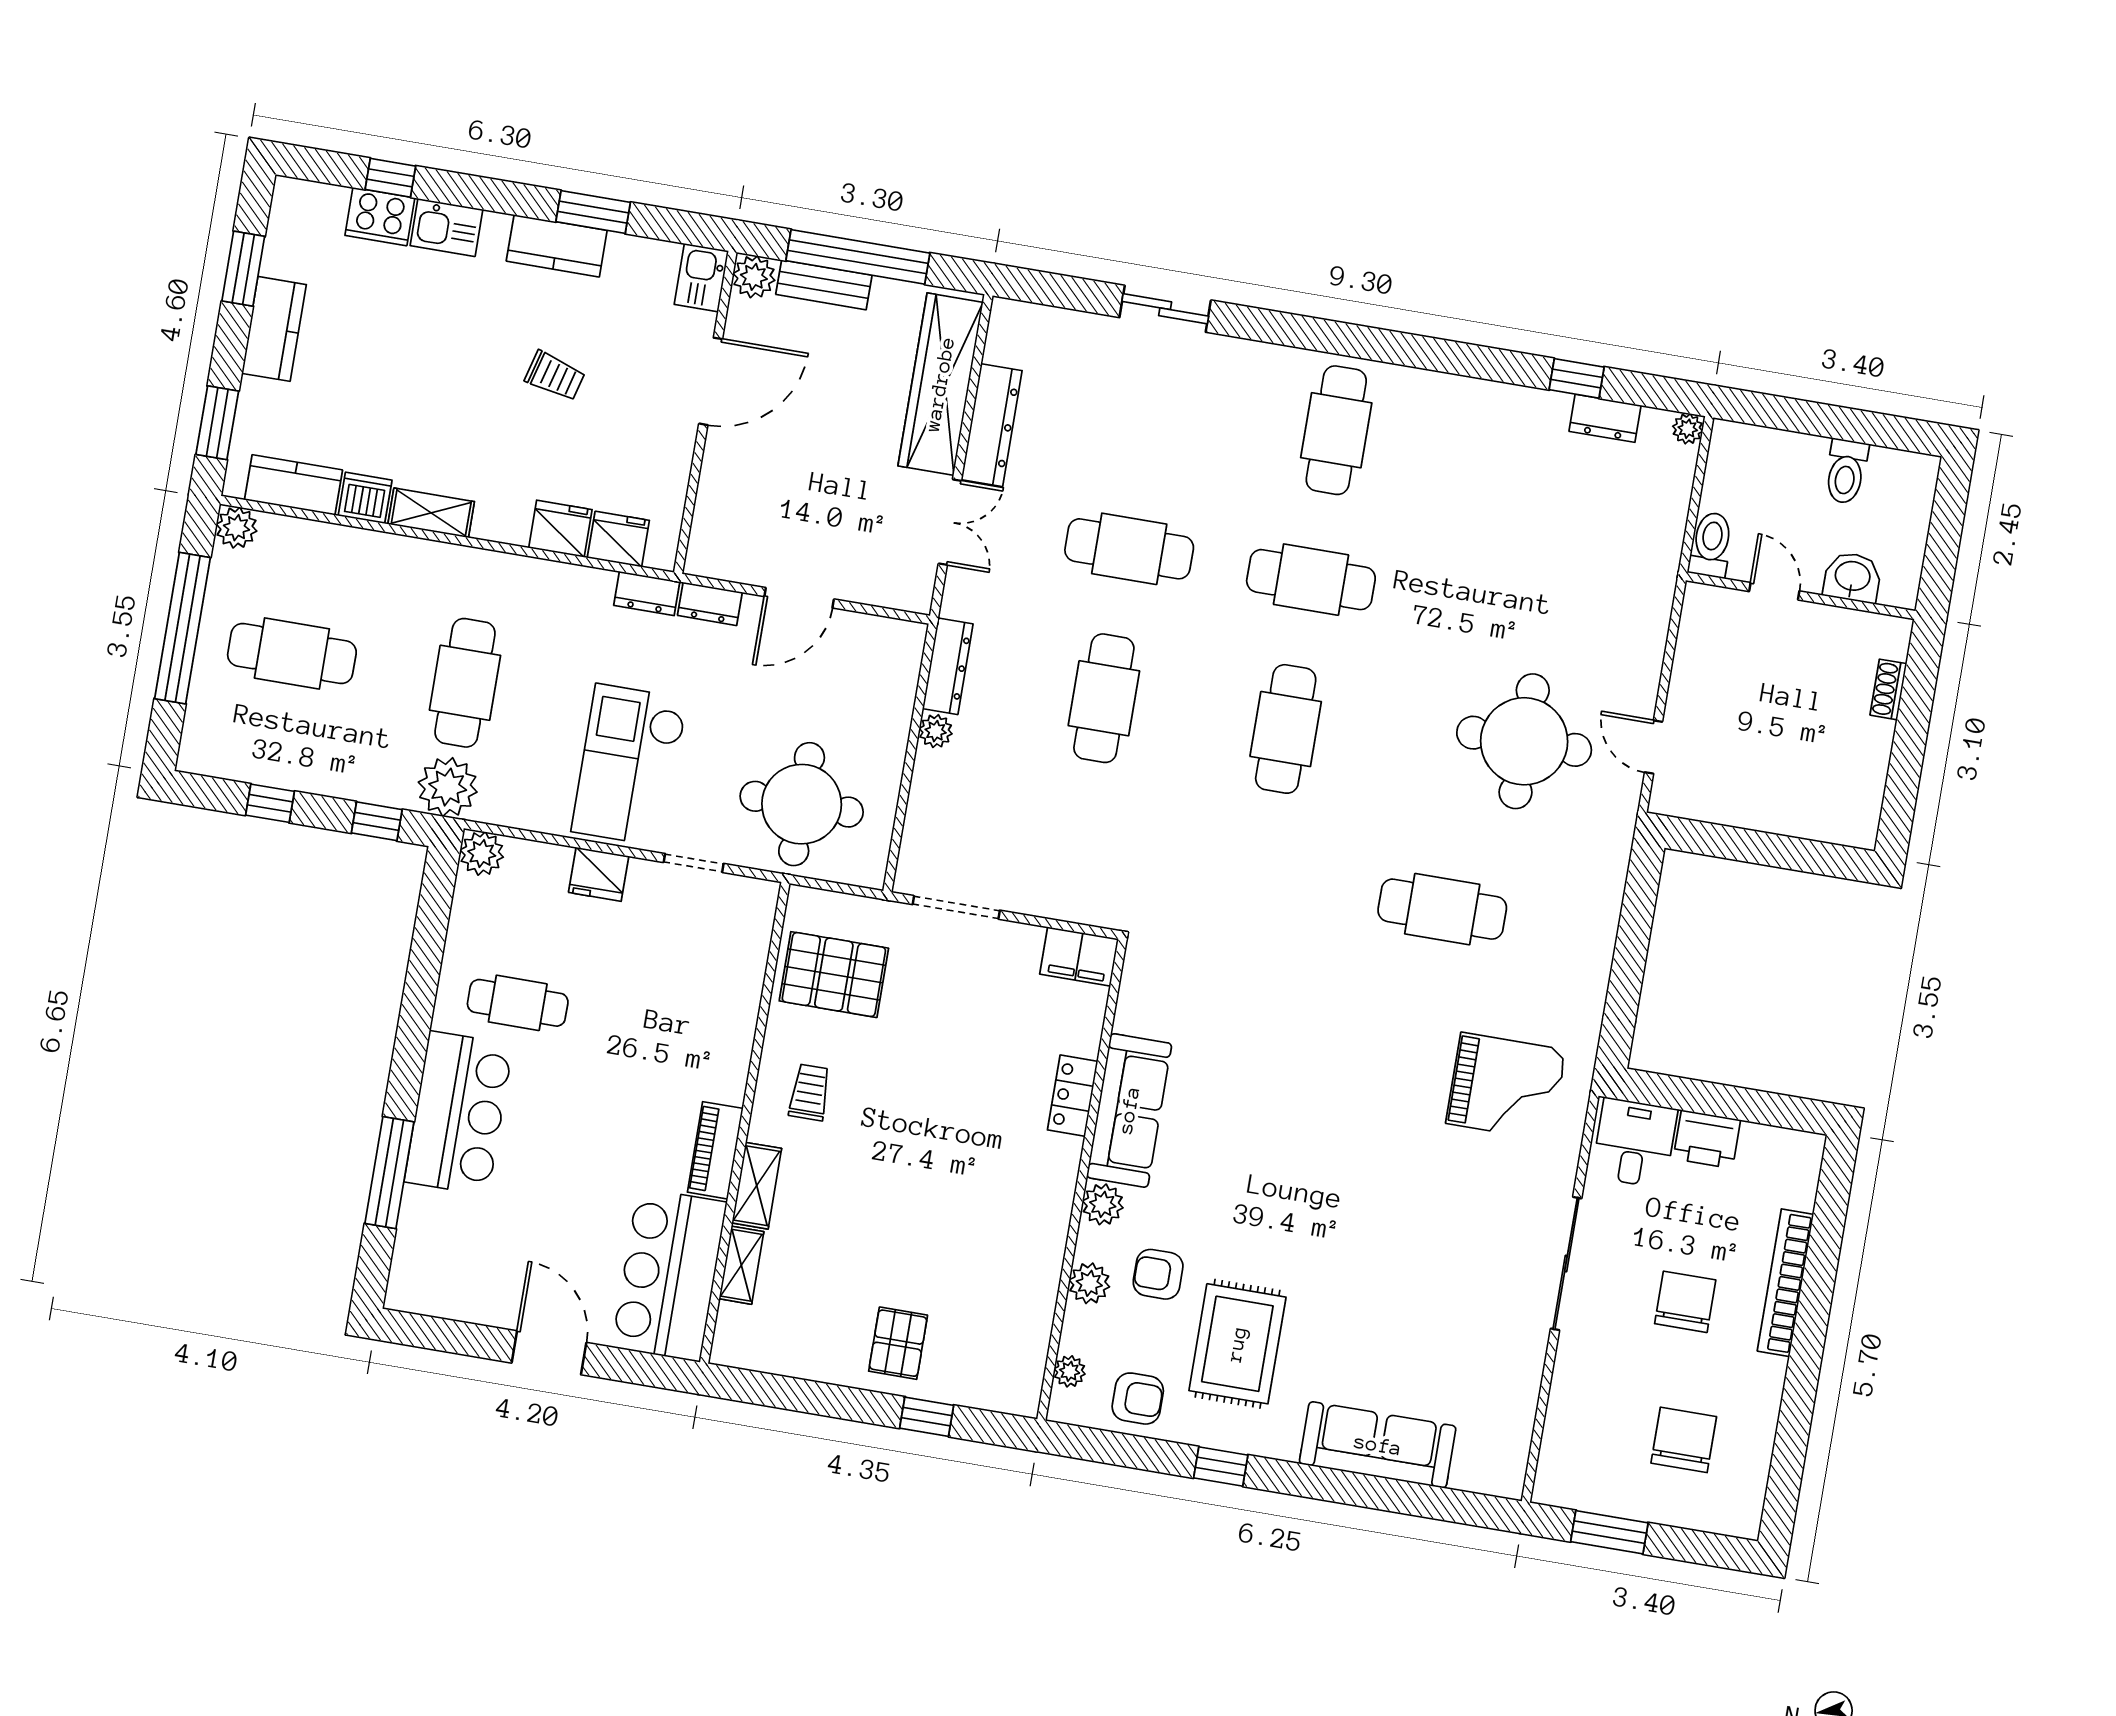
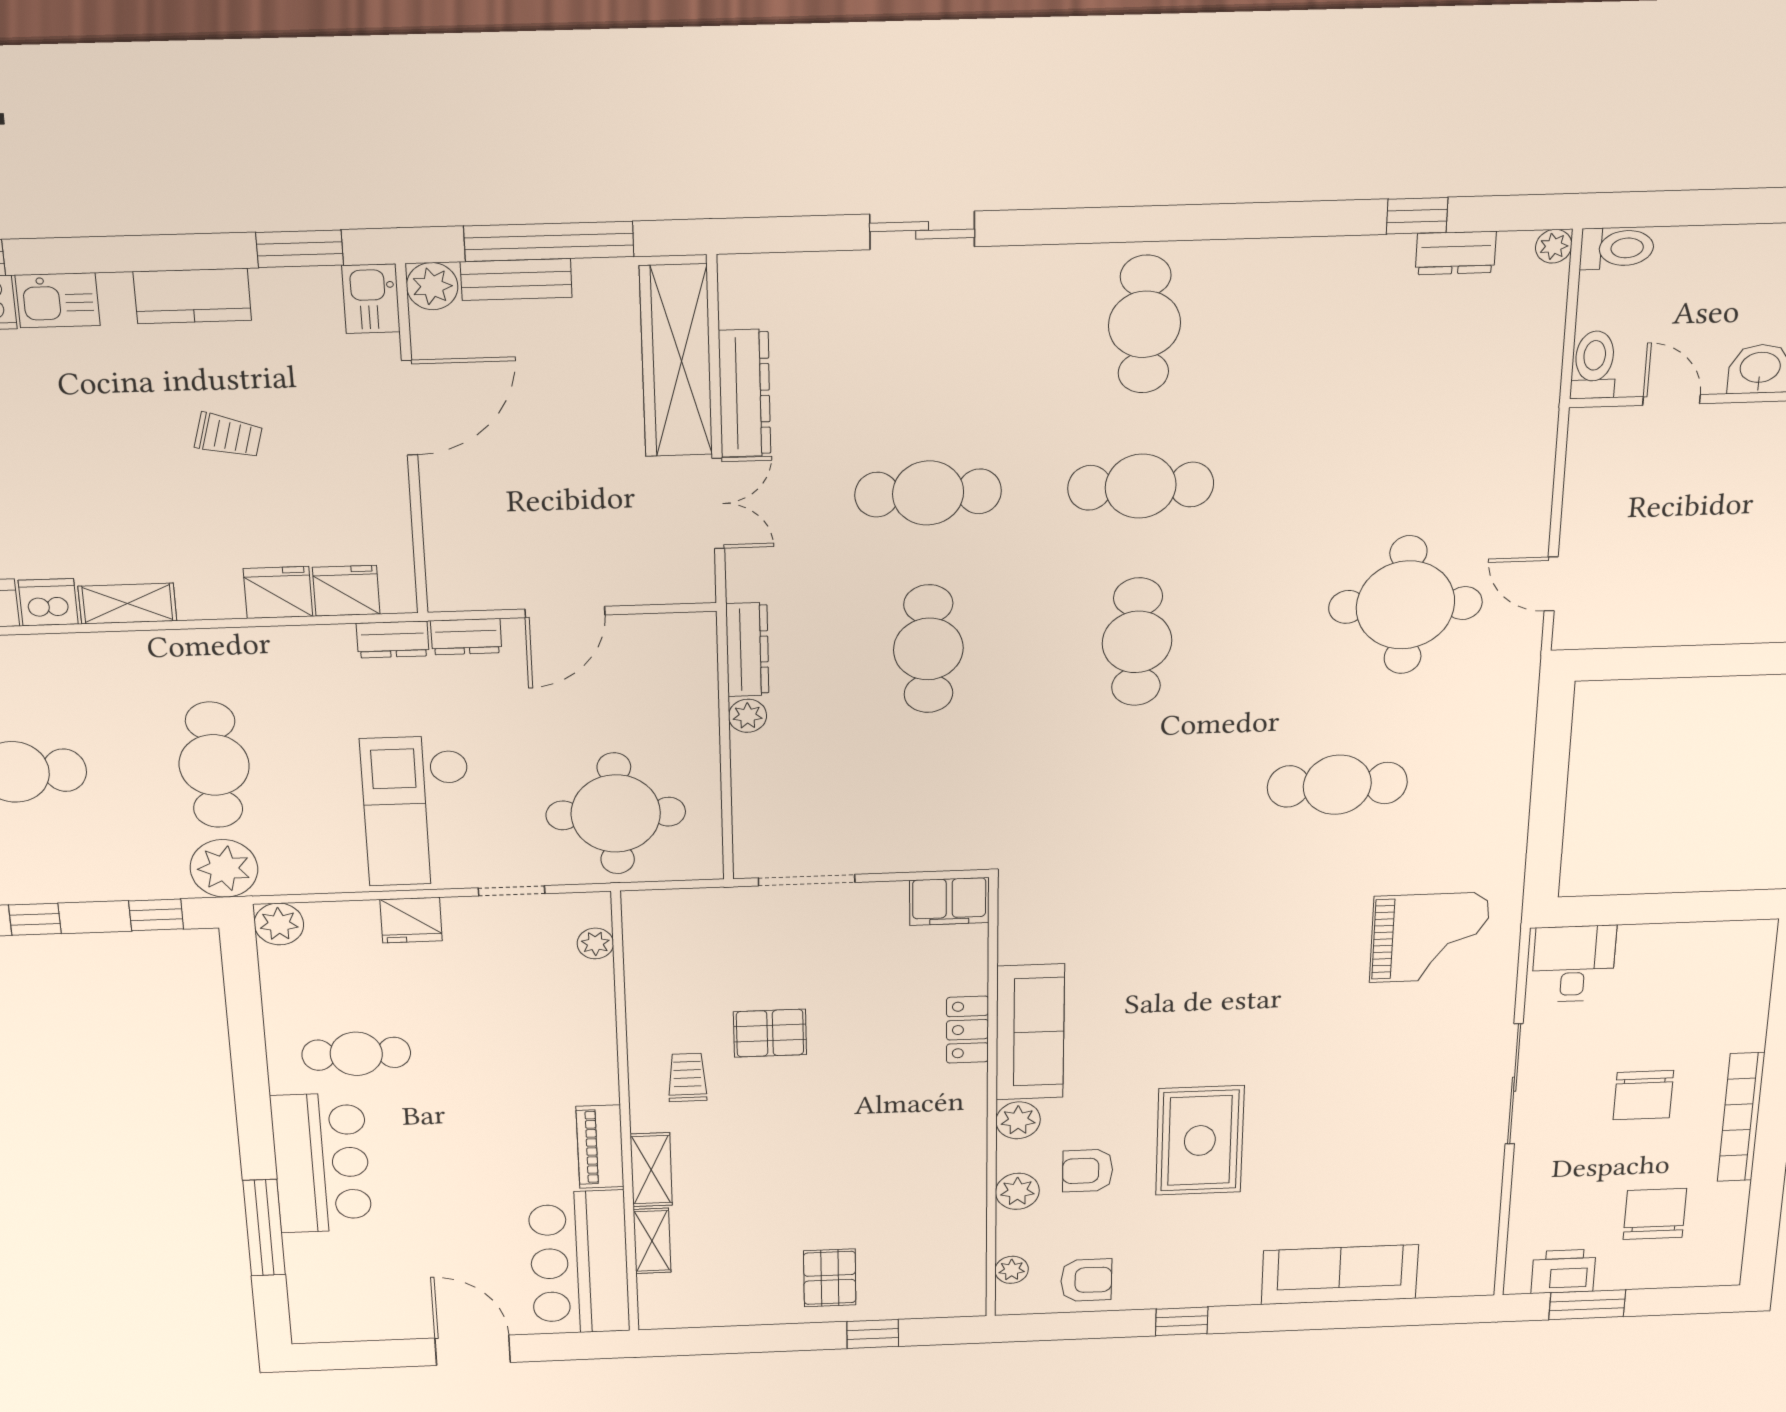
window: (593, 212) -> (300, 249), moved
toilet: (1846, 471) -> (1617, 248), moved, turned -90
plant: (756, 933) -> (595, 943), added
pallet: (834, 975) -> (770, 1033), moved, width x0.67, depth x0.71
printer: (1707, 1139) -> (1563, 1271), moved, turned 180
bookcase: (1785, 1283) -> (1741, 1117), moved
chair: (1685, 1302) -> (1643, 1095), turned 180
rug: (1237, 1344) -> (1200, 1140), moved

